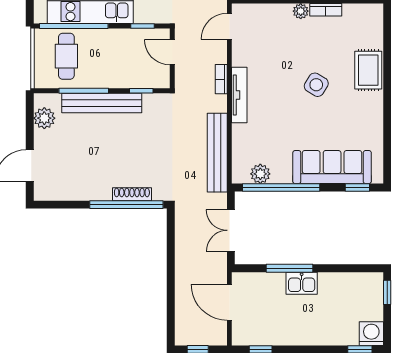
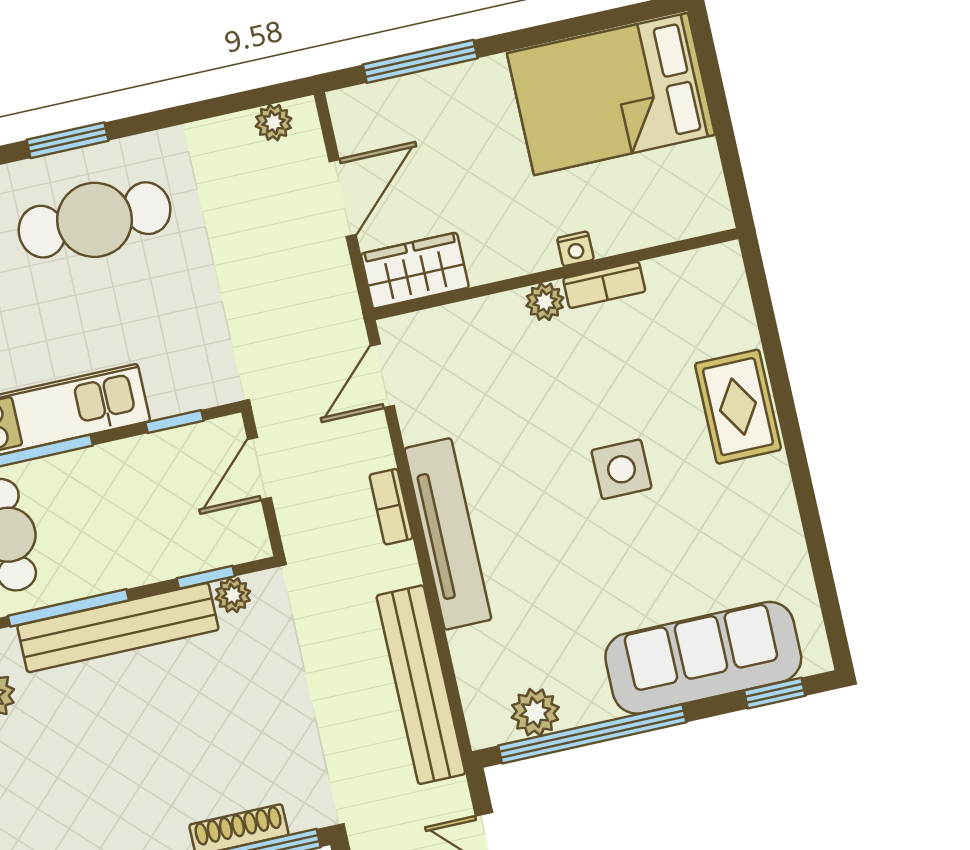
door: (172, 52) -> (260, 469), hinge flipped
side table: (316, 85) -> (621, 469), turned -32
tv unit: (239, 95) -> (448, 534), width x1.36, depth x1.29
plant: (150, 100) -> (233, 595), added

